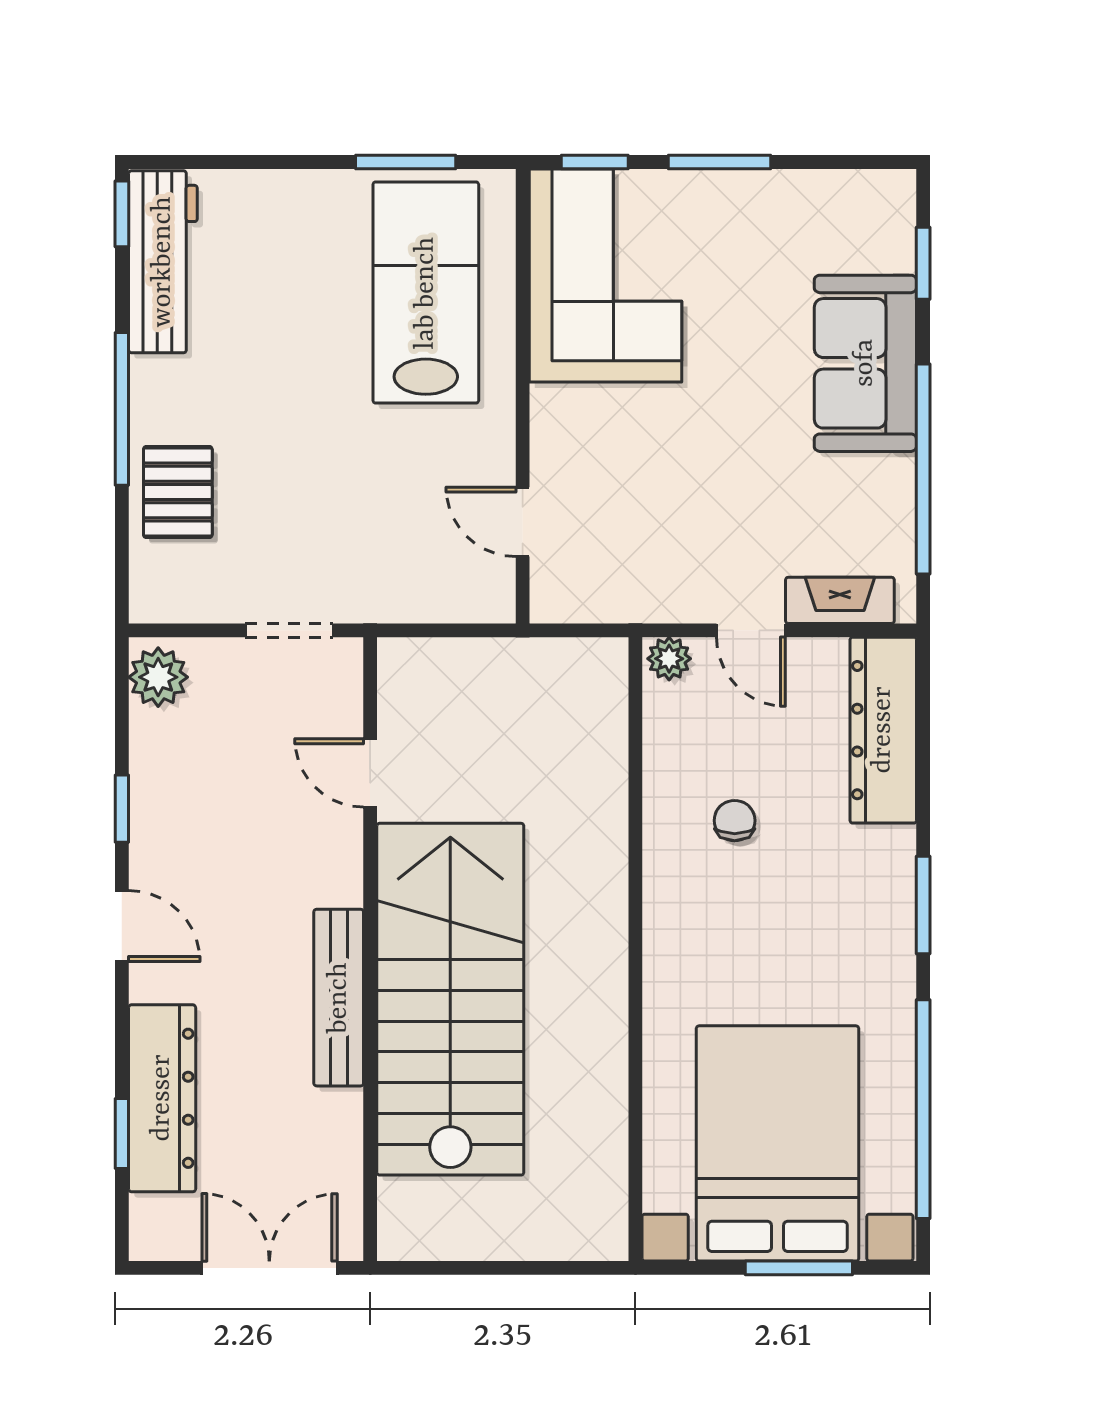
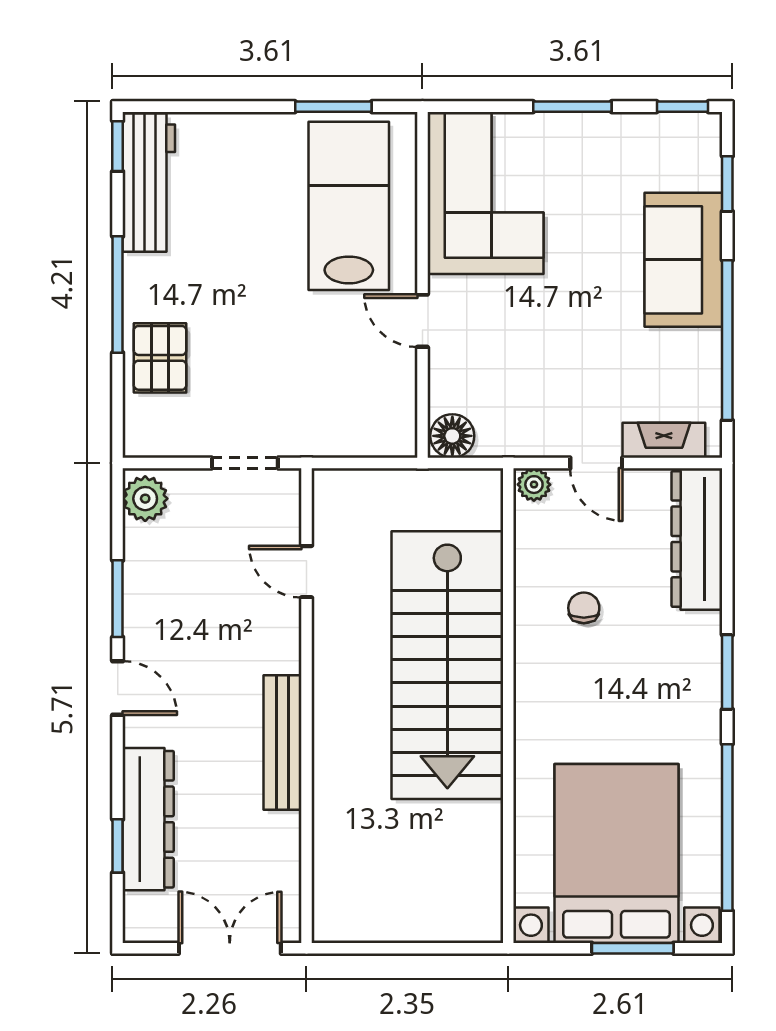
window: (595, 162) -> (682, 107), moved
door: (523, 522) -> (422, 321), moved
floor lamp: (562, 595) -> (452, 436), added
window: (122, 809) -> (118, 599), width x1.50
stairs: (450, 999) -> (447, 665), moved, turned 180

